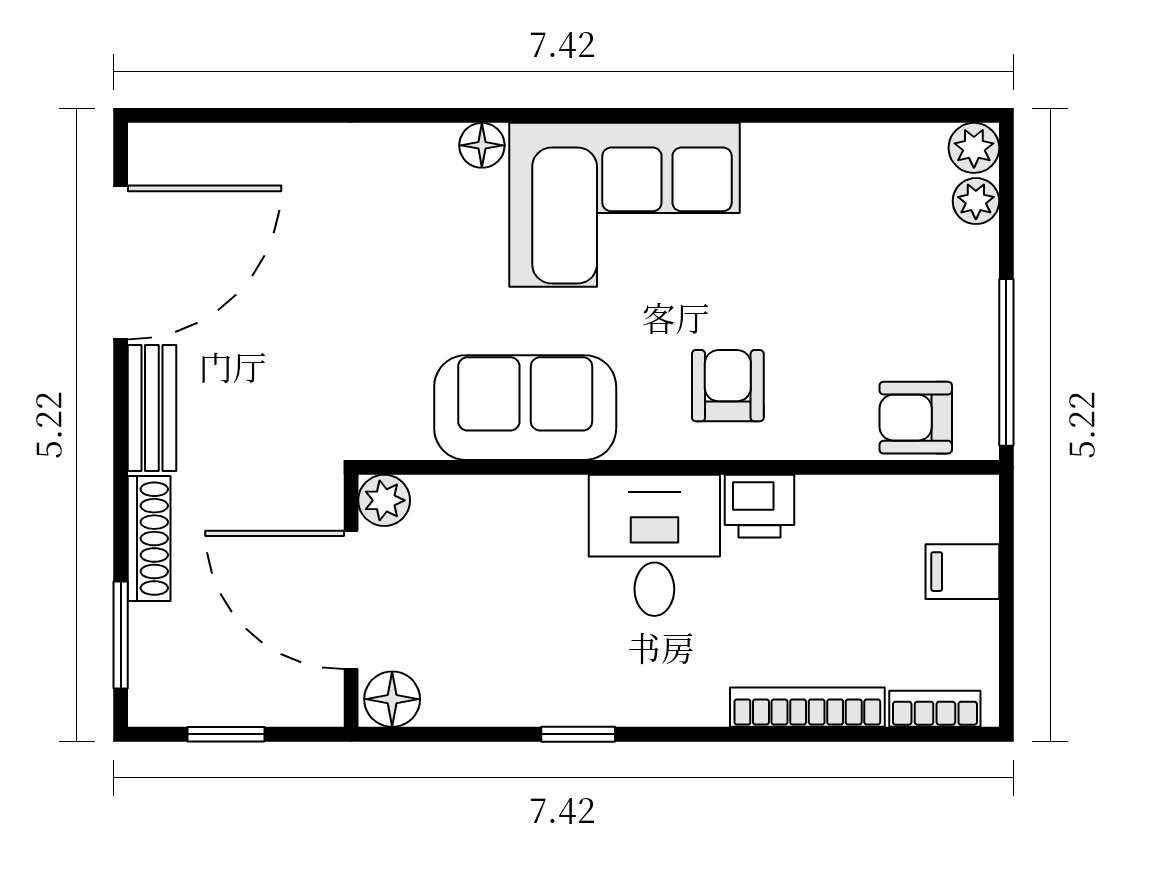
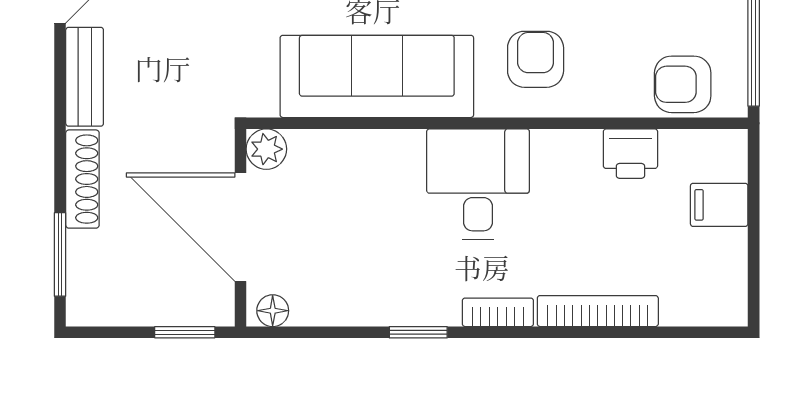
sofa: (525, 408) -> (377, 76), width x1.36
printer: (759, 506) -> (630, 154), moved
floor lamp: (392, 699) -> (273, 311), width x0.73, depth x0.73
bookcase: (935, 709) -> (498, 312), moved
window: (226, 734) -> (185, 332), moved

